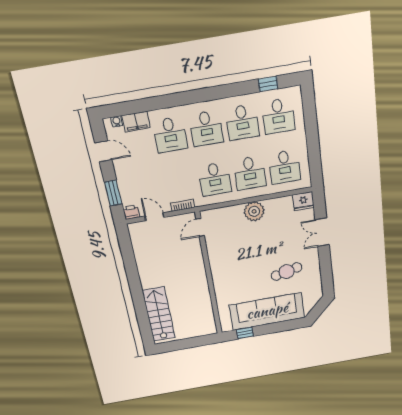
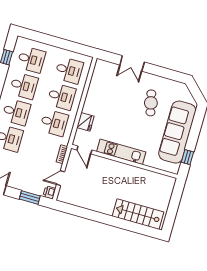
fridge: (303, 201) -> (85, 122), moved
plant: (254, 211) -> (91, 106), removed
kitchen unit: (218, 267) -> (121, 152), added

